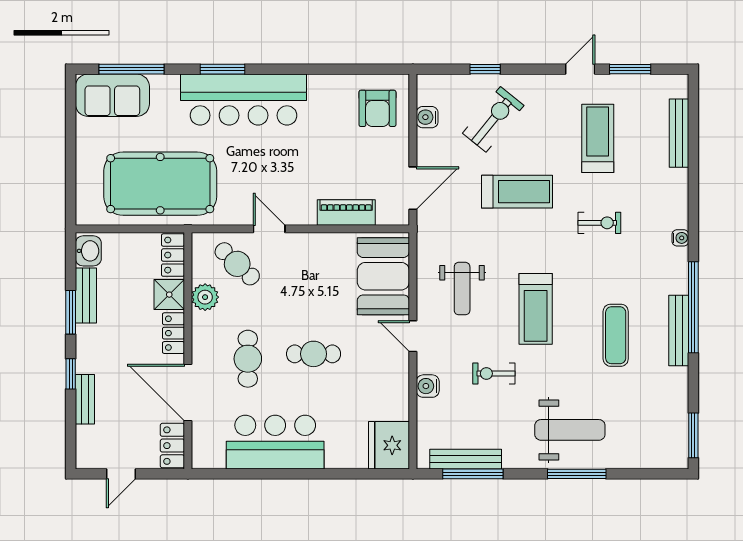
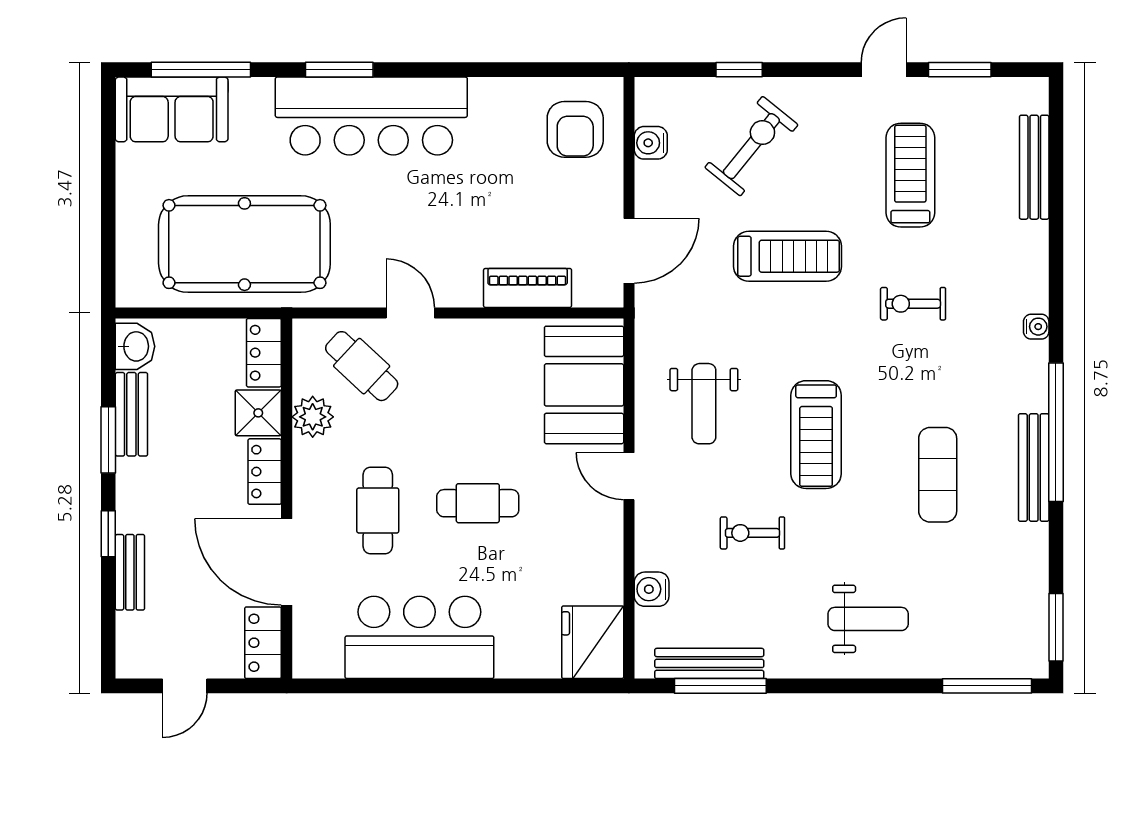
exercise bike: (599, 223) -> (913, 304), turned 180
water cooler: (428, 386) -> (652, 589), moved
weight bench: (570, 430) -> (868, 619), width x0.73, depth x0.75
window: (577, 474) -> (987, 686), moved

